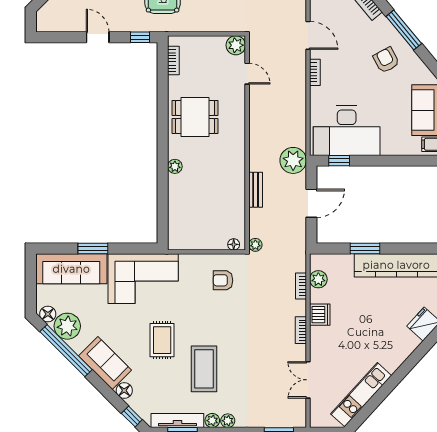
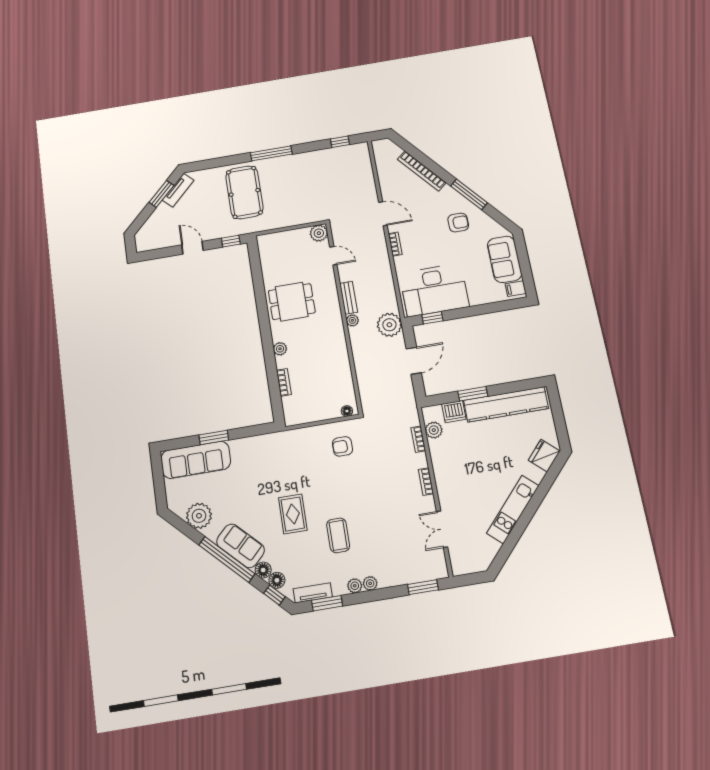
bookcase: (173, 60) -> (284, 382), moved
armchair: (386, 60) -> (458, 223), turned 118
bench: (256, 190) -> (349, 298), moved
plant: (255, 245) -> (352, 320), moved
corner sofa: (143, 279) -> (266, 458), removed
floor lamp: (48, 314) -> (277, 580), moved
dishwasher: (320, 315) -> (454, 412), moved, turned 90
window: (66, 351) -> (227, 559), moved
coffee table: (204, 369) -> (338, 535), width x0.73, depth x0.76
kitchen unit: (361, 395) -> (513, 509), moved
tv unit: (177, 421) -> (313, 593), width x0.71

